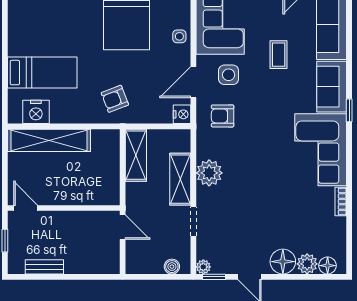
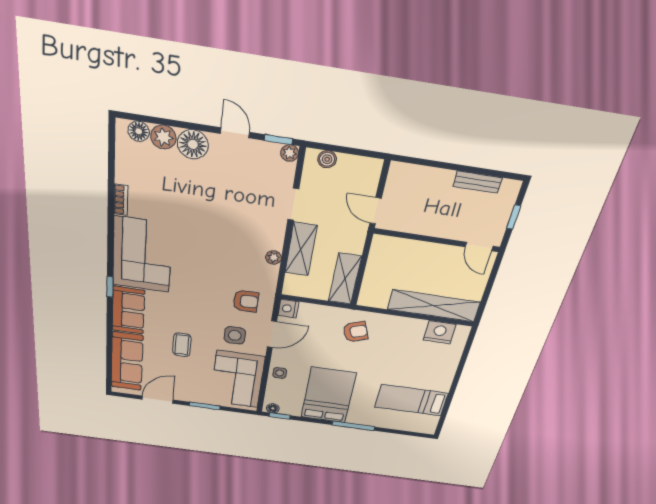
bed: (42, 73) -> (411, 400), moved
plant: (209, 173) -> (274, 257), width x0.53, depth x0.53

